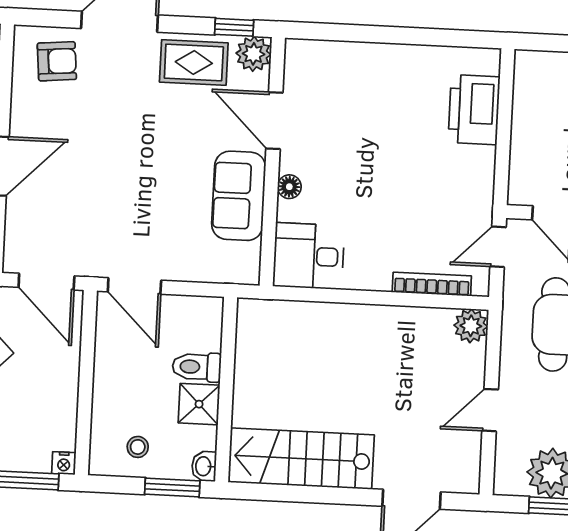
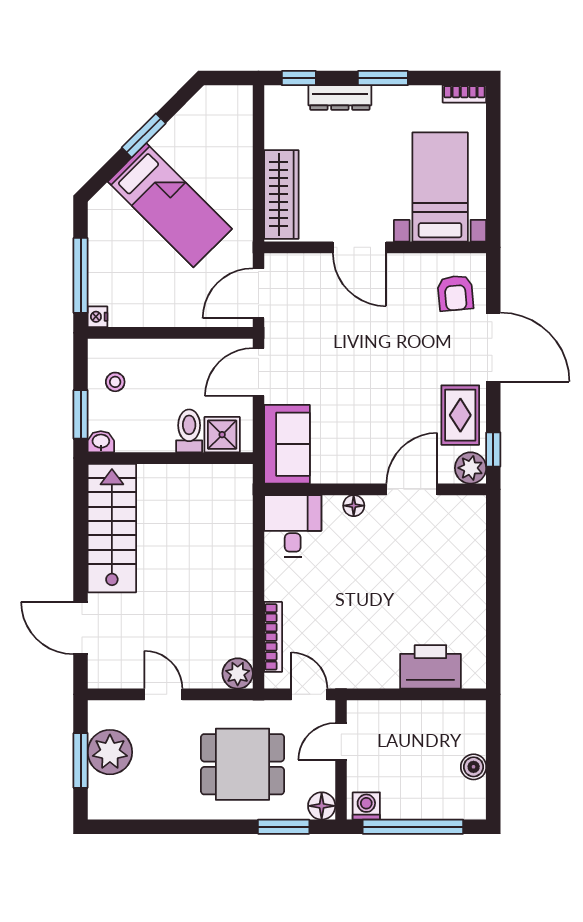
sofa: (239, 196) -> (287, 444), moved, turned 90
shower: (199, 404) -> (222, 435), moved

